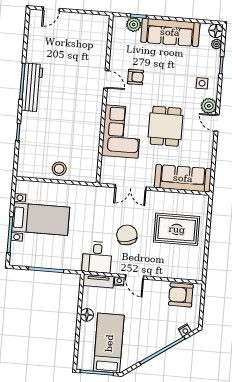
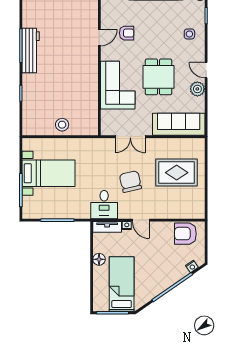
door: (106, 79) -> (99, 37), hinge flipped
plant: (209, 106) -> (197, 89), moved

